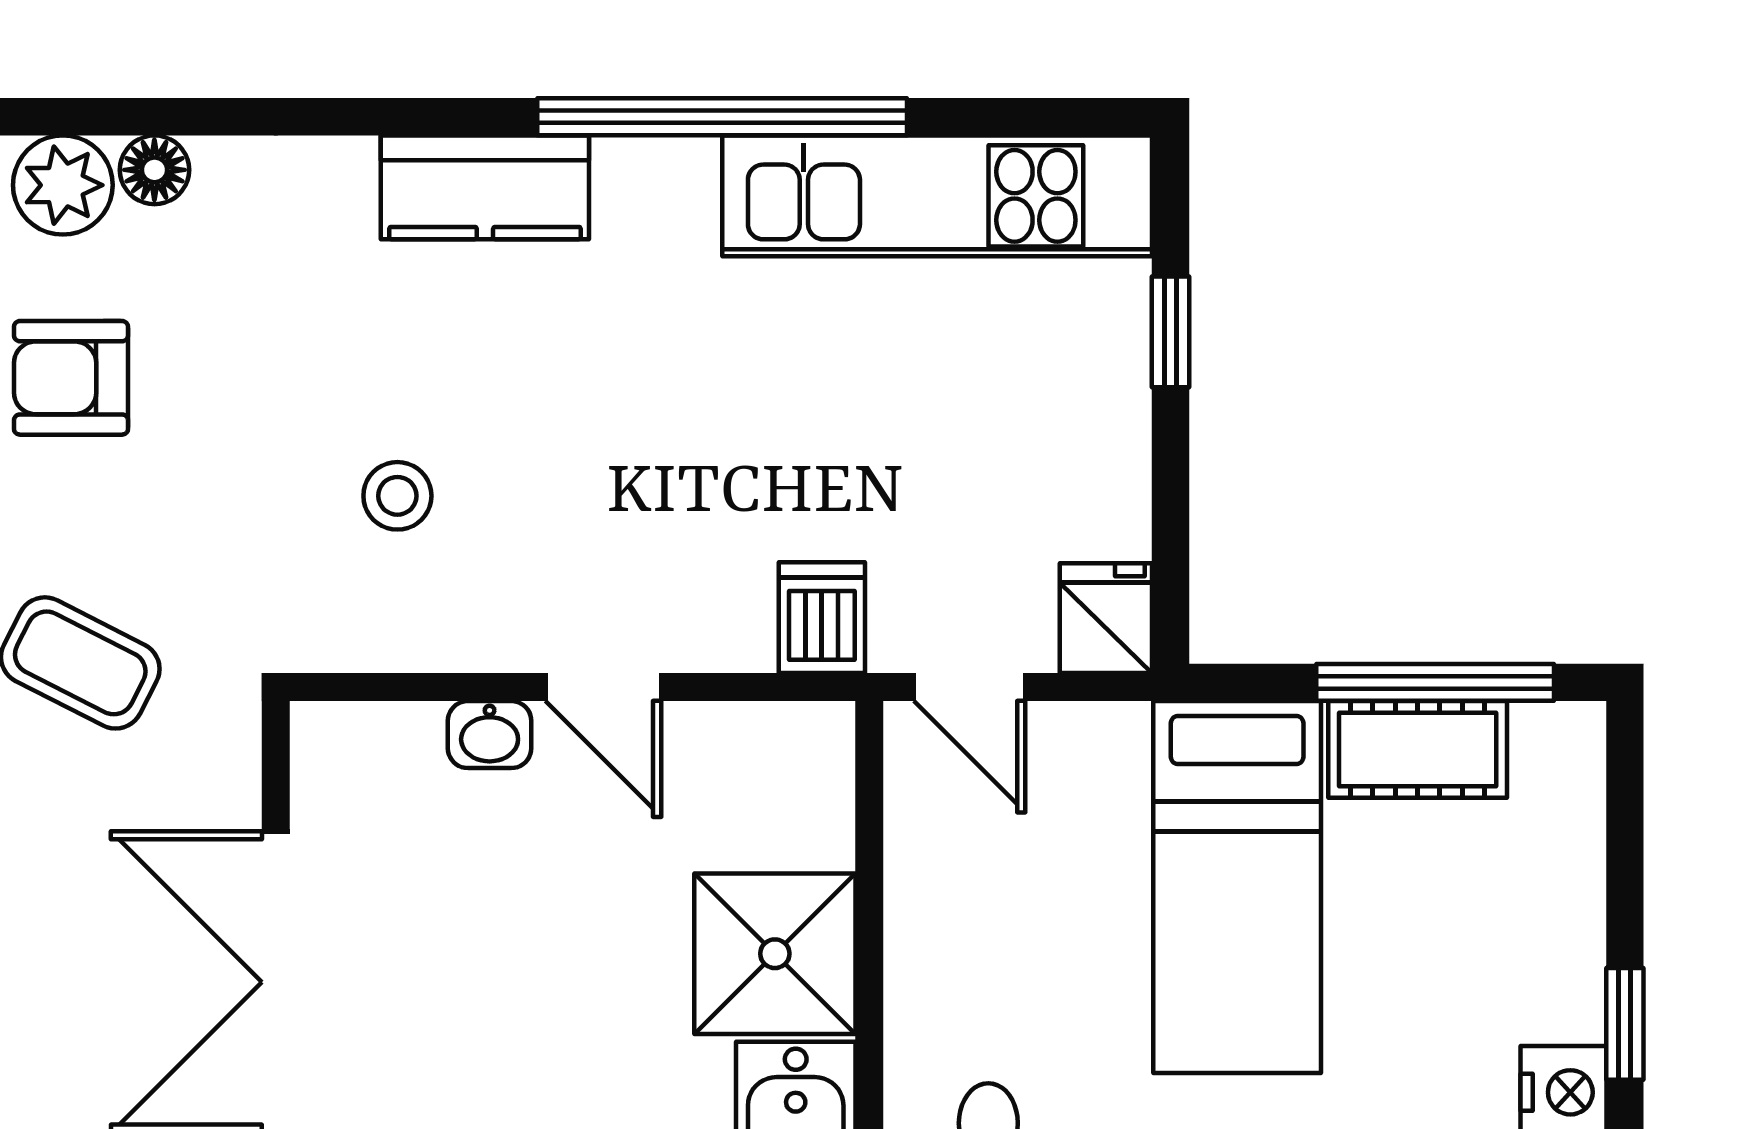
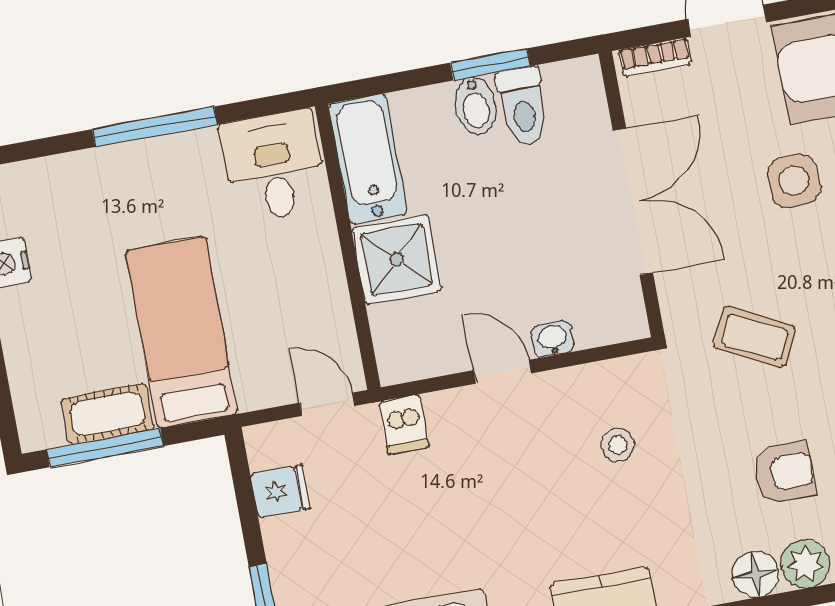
floor lamp: (154, 170) -> (756, 574), width x1.37, depth x1.37
fridge: (1106, 618) -> (280, 491), moved, turned -90

